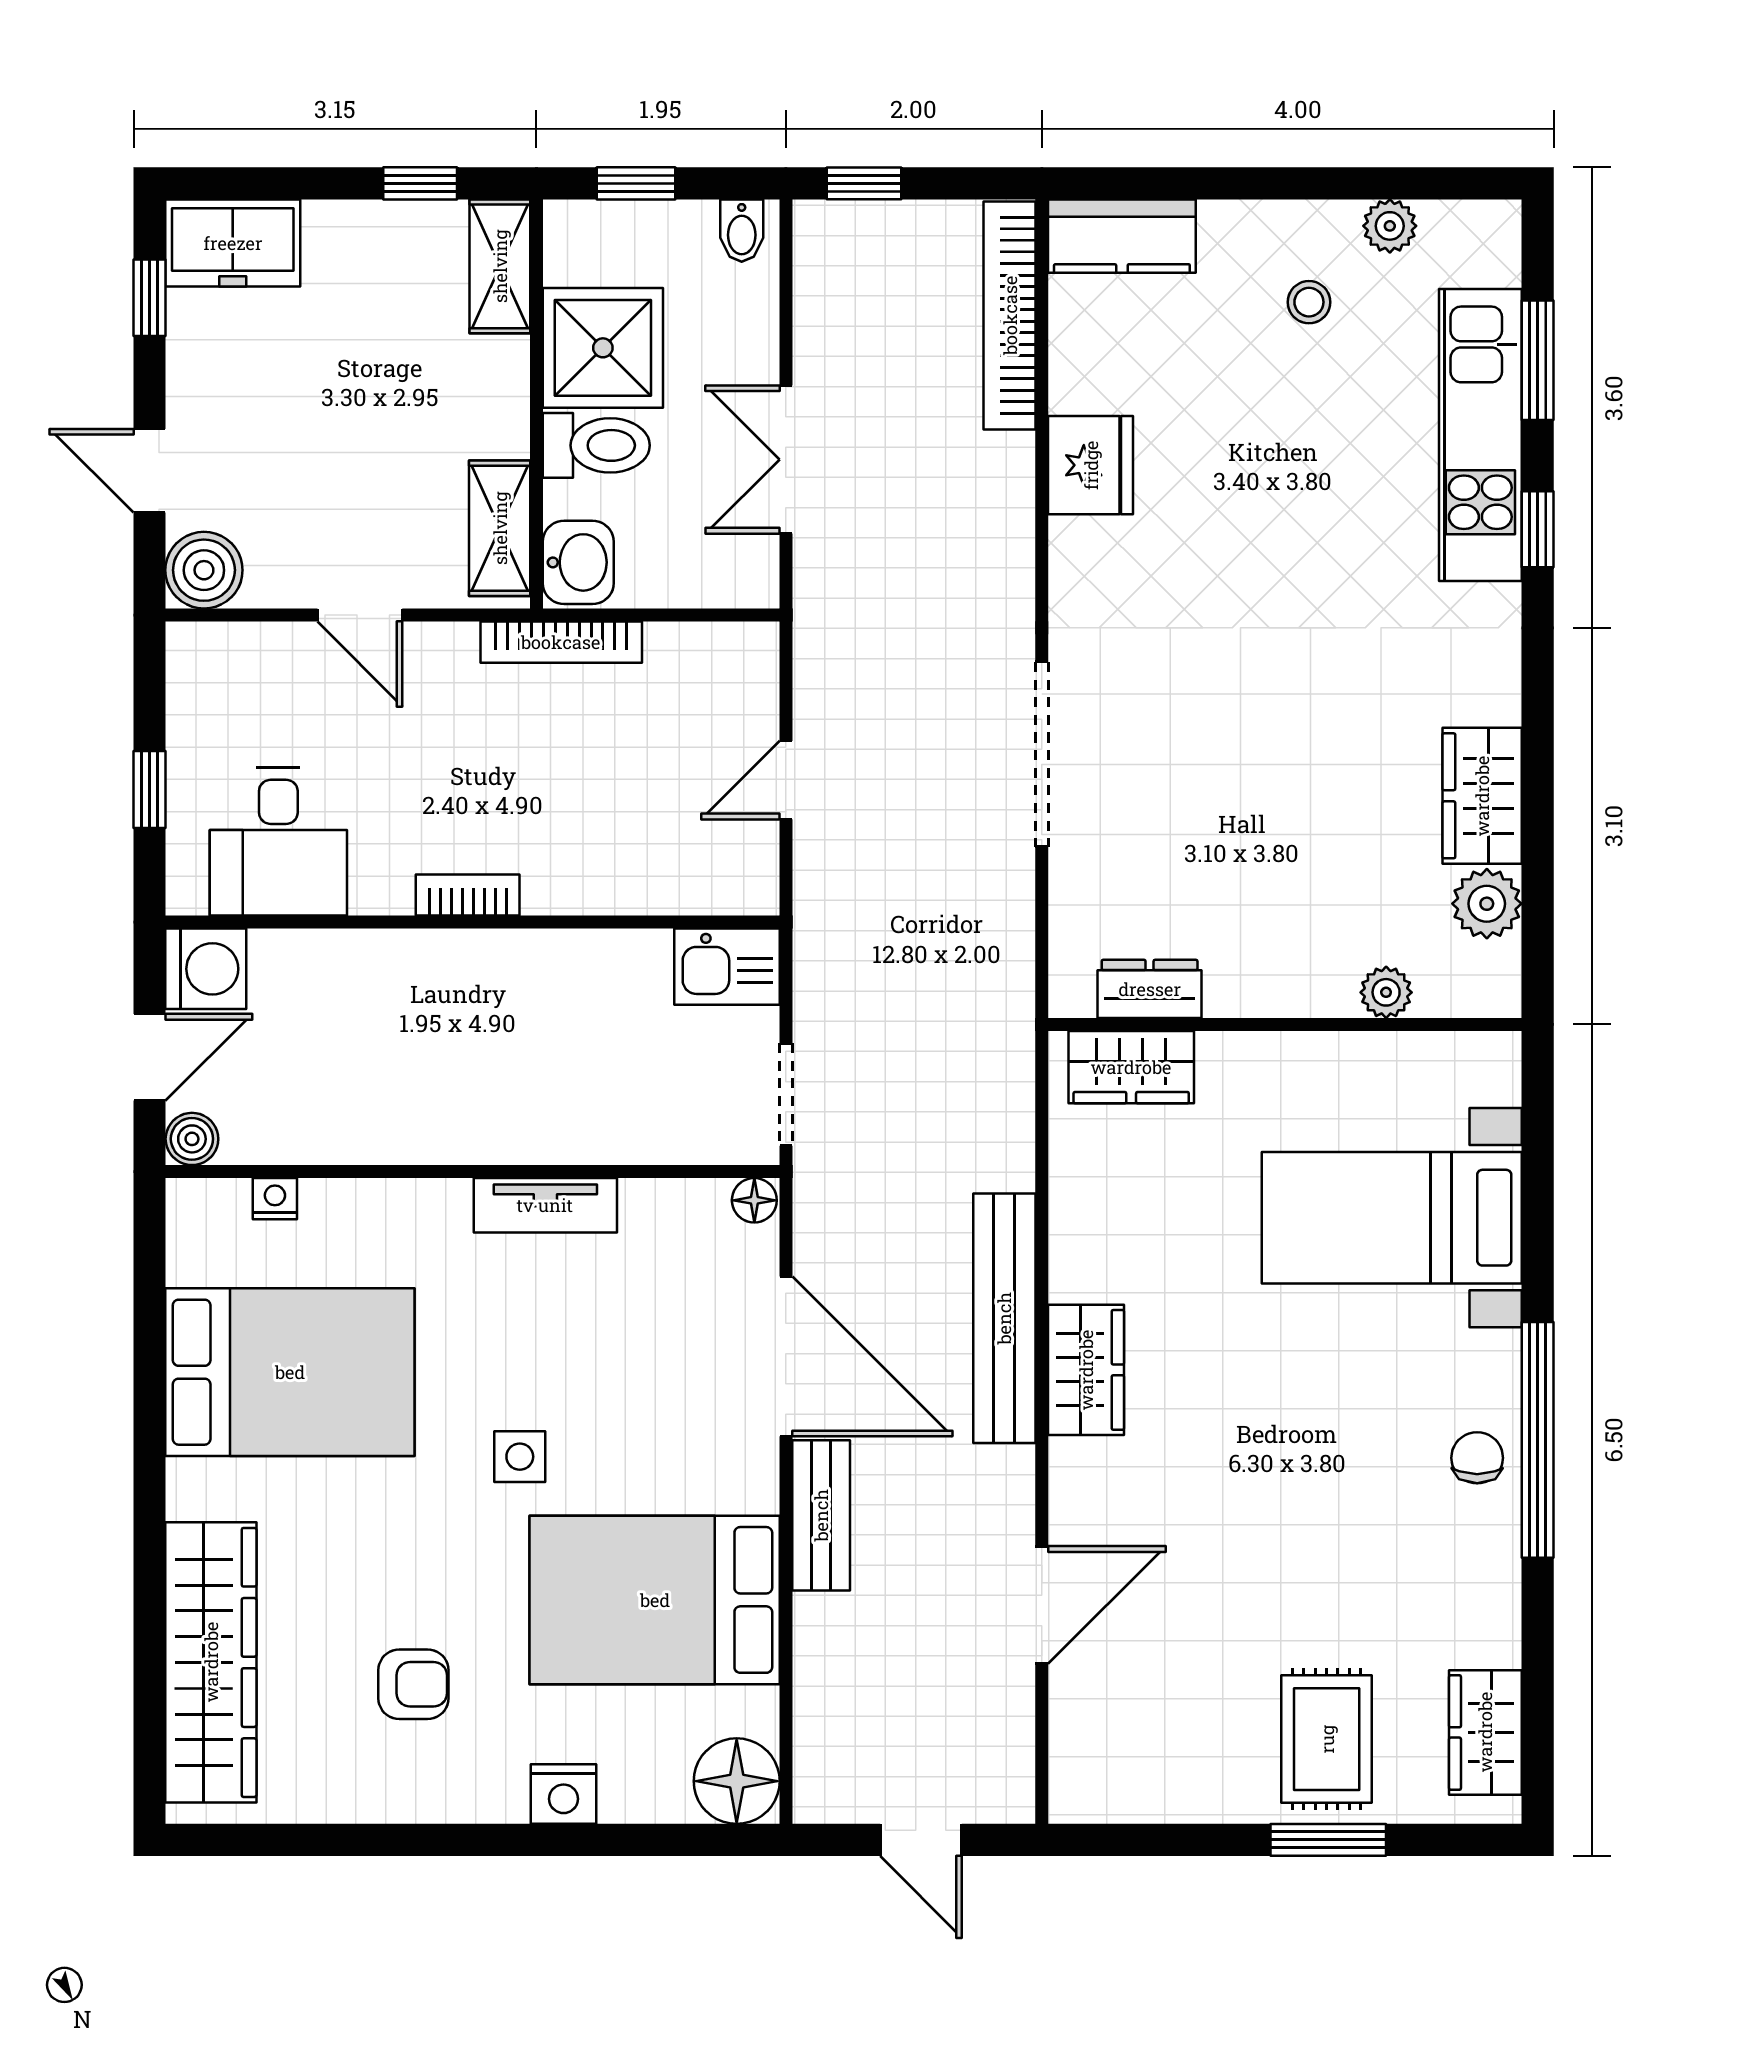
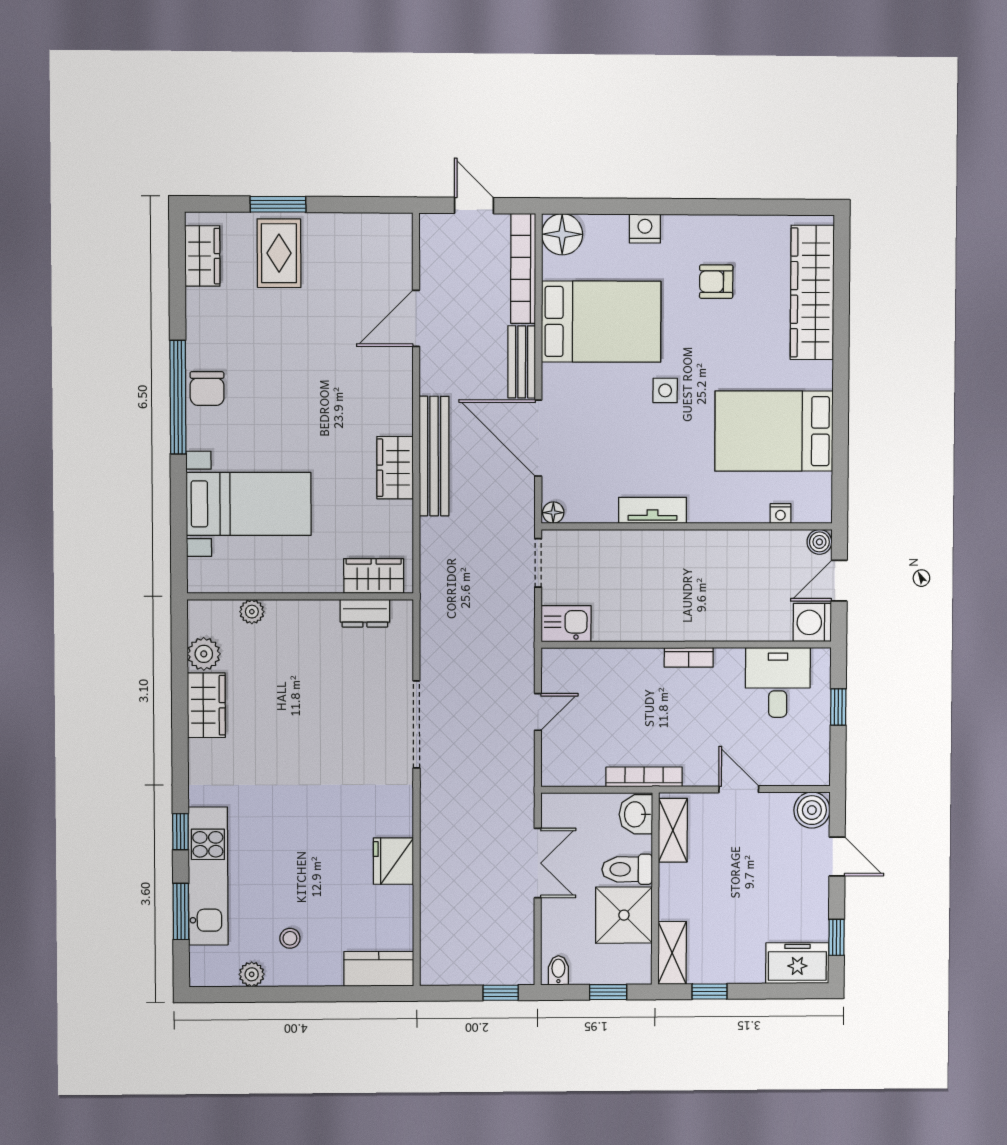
bookcase: (1010, 315) -> (523, 268), moved, turned 180
wardrobe: (1086, 1370) -> (395, 468), moved
chair: (1477, 1458) -> (207, 389), width x1.37, depth x1.37

